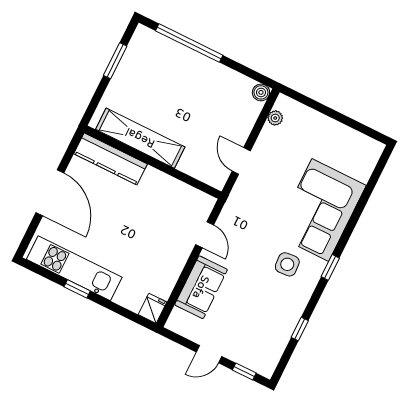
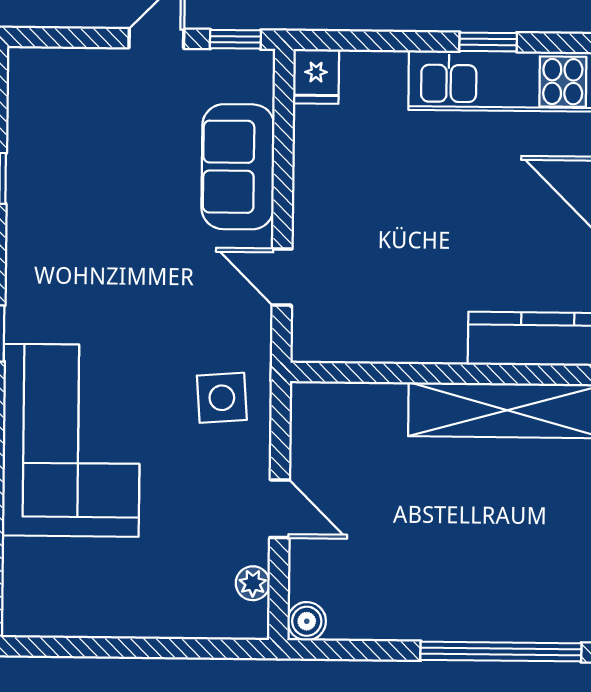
door: (241, 161) -> (280, 509), moved
side table: (287, 264) -> (222, 398), moved
window: (244, 372) -> (235, 39), moved

